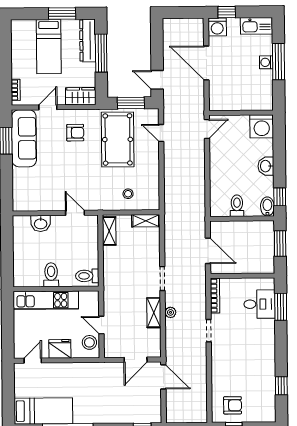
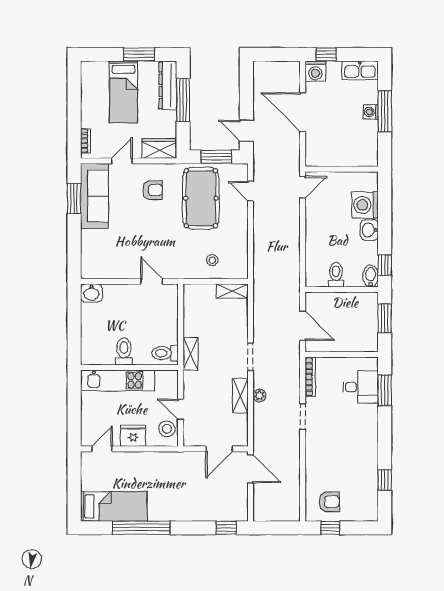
washing machine: (262, 126) -> (365, 205), moved, turned 90
washbasin: (41, 223) -> (91, 293), moved
shelving: (109, 231) -> (190, 354), moved

